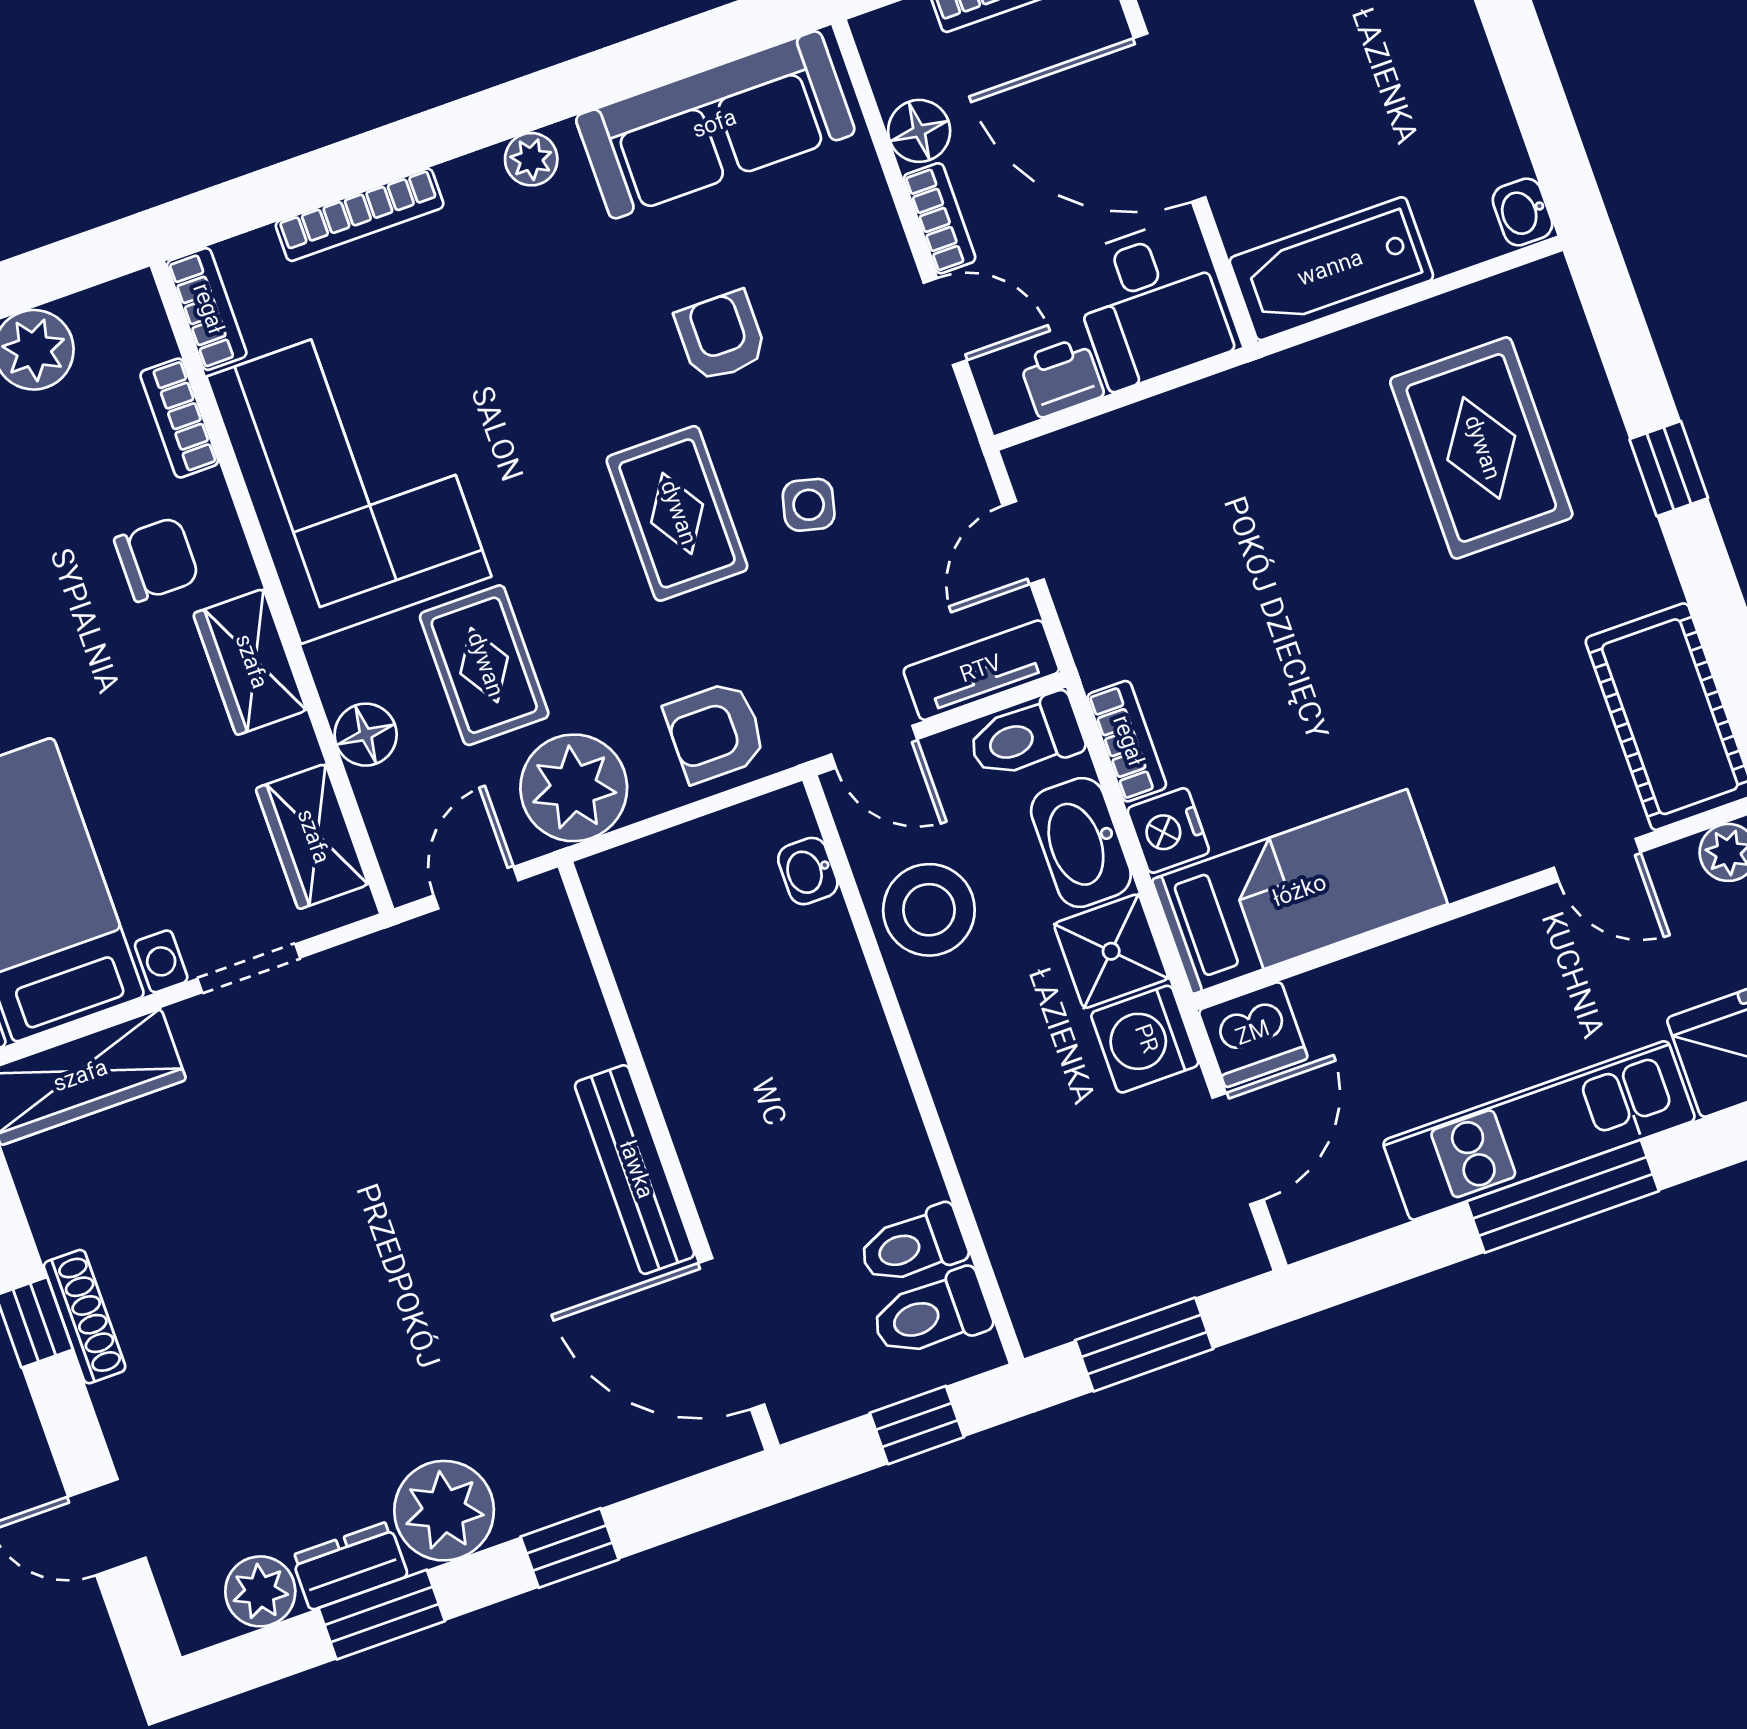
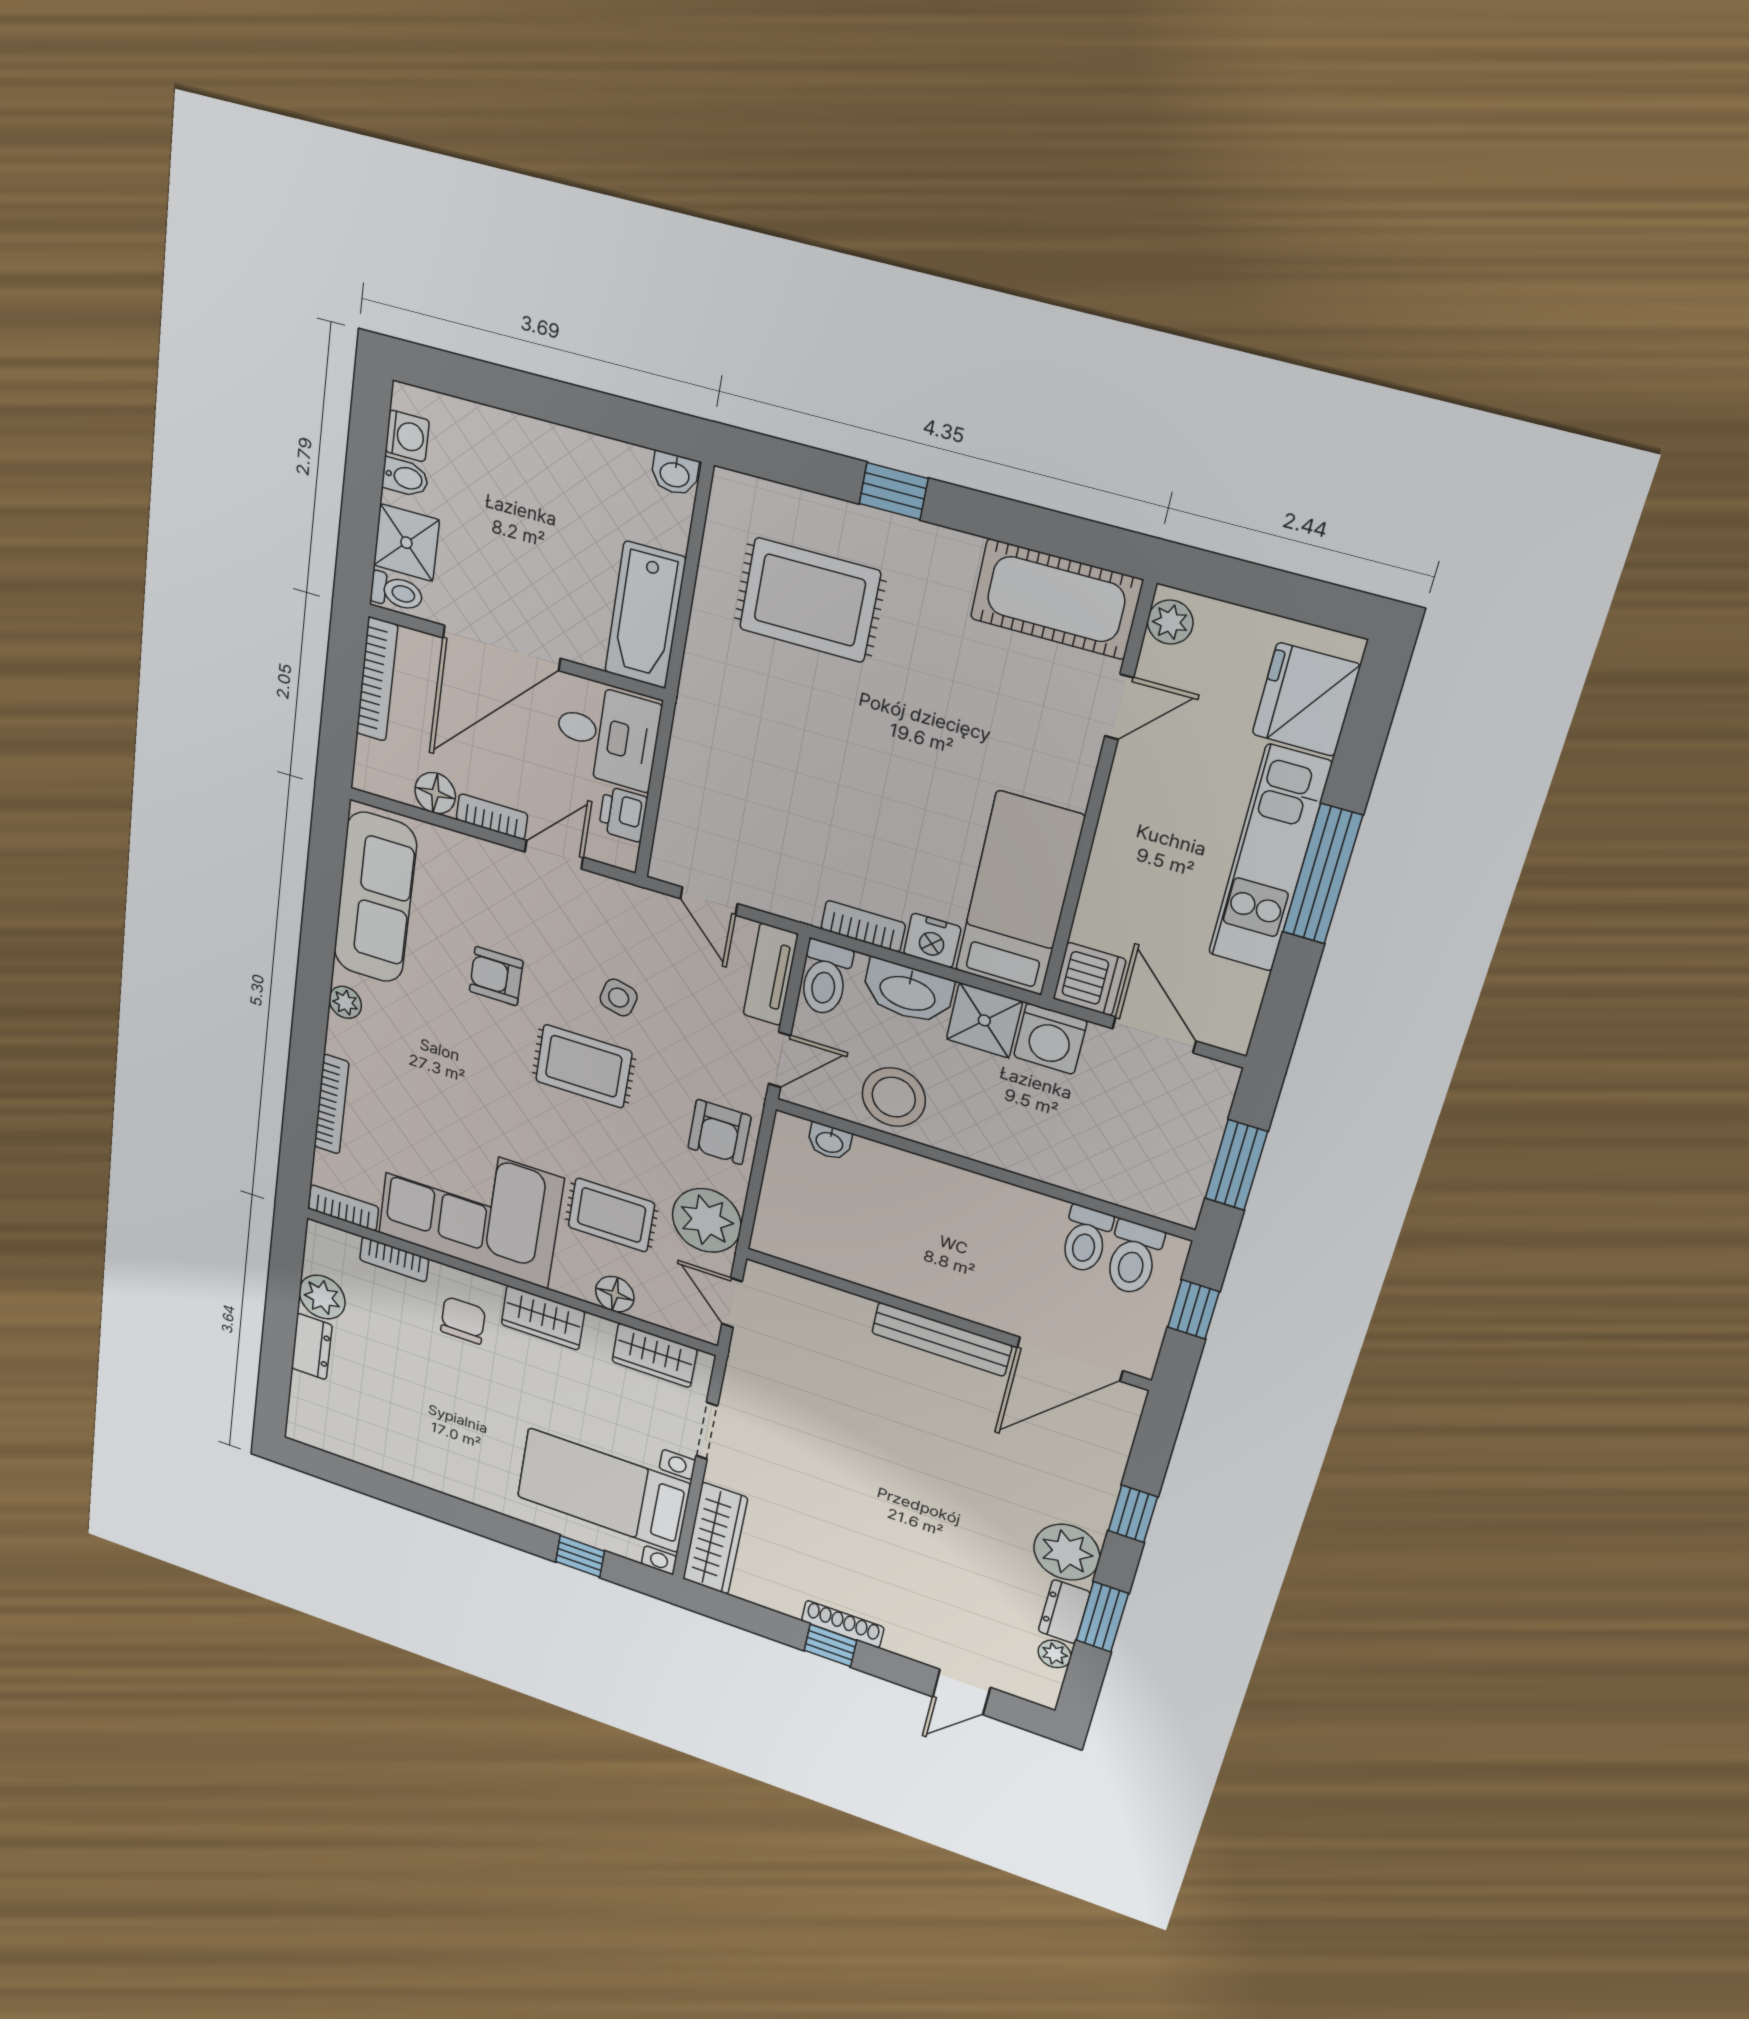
plant: (260, 1591) -> (1055, 1654), width x0.73, depth x0.73

